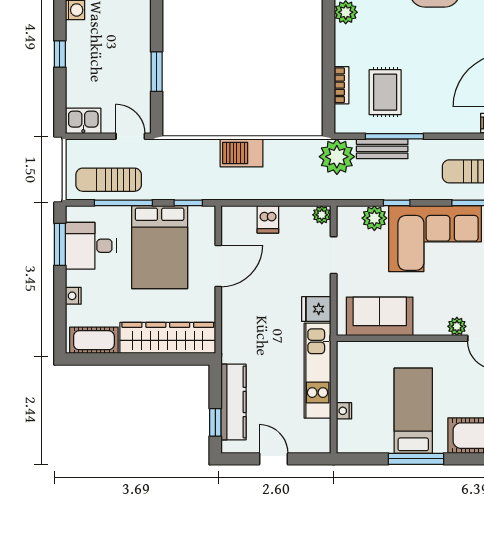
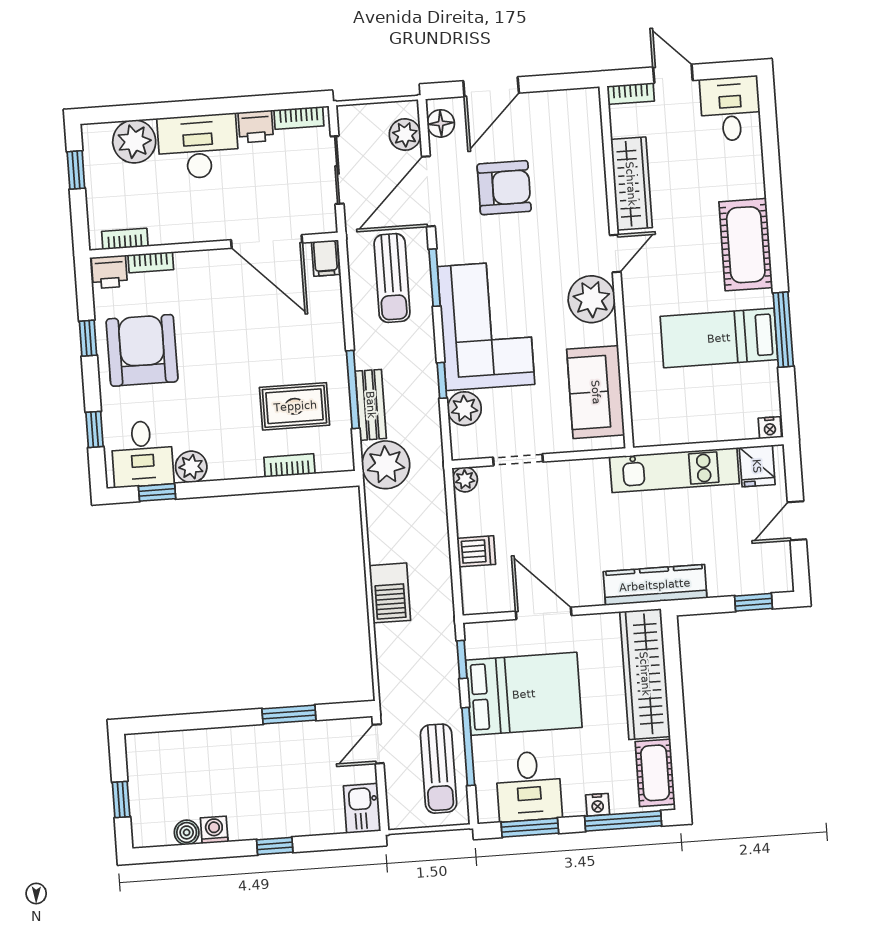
fridge: (316, 309) -> (757, 466), moved
window: (60, 314) -> (623, 821), added
plant: (457, 326) -> (592, 299), width x1.87, depth x1.87
kitchen counter: (233, 402) -> (655, 585), moved
nightstand: (344, 411) -> (770, 428), moved

